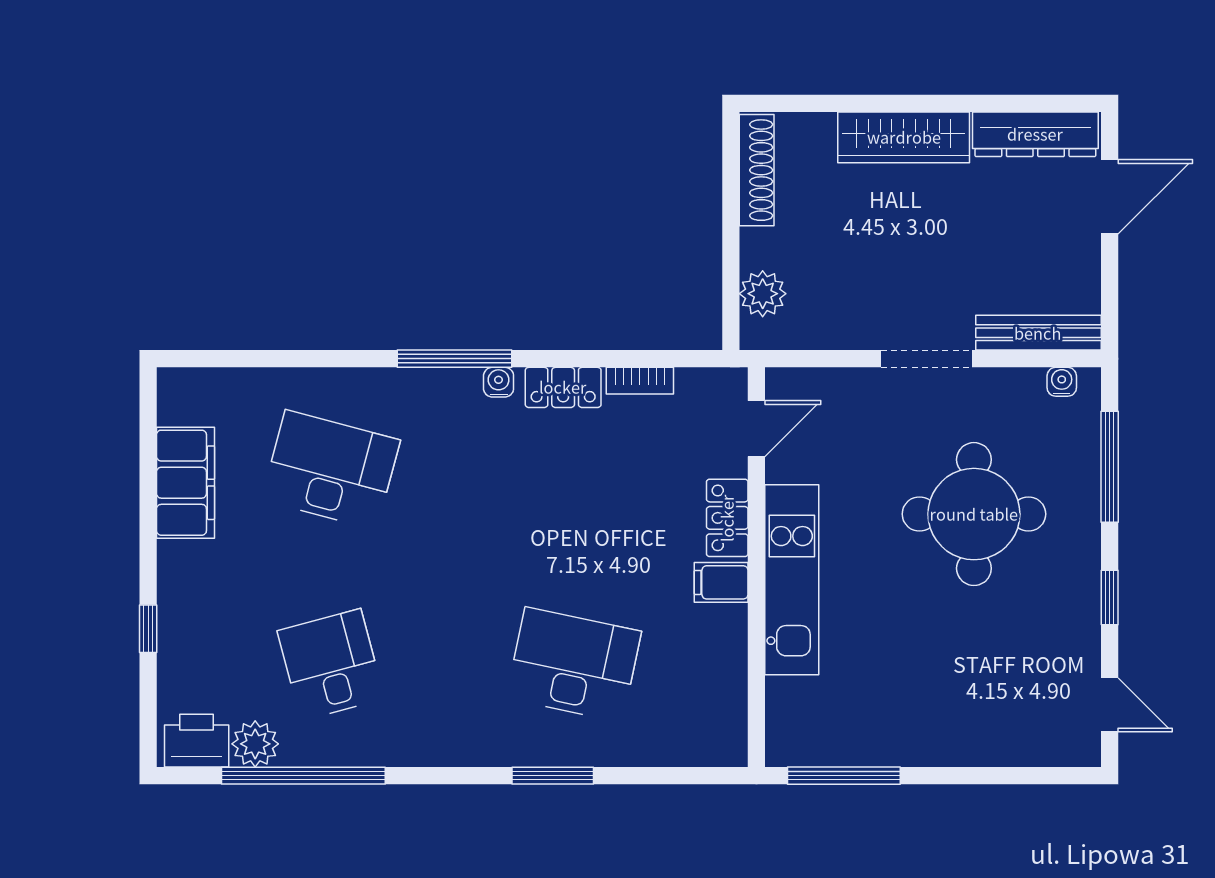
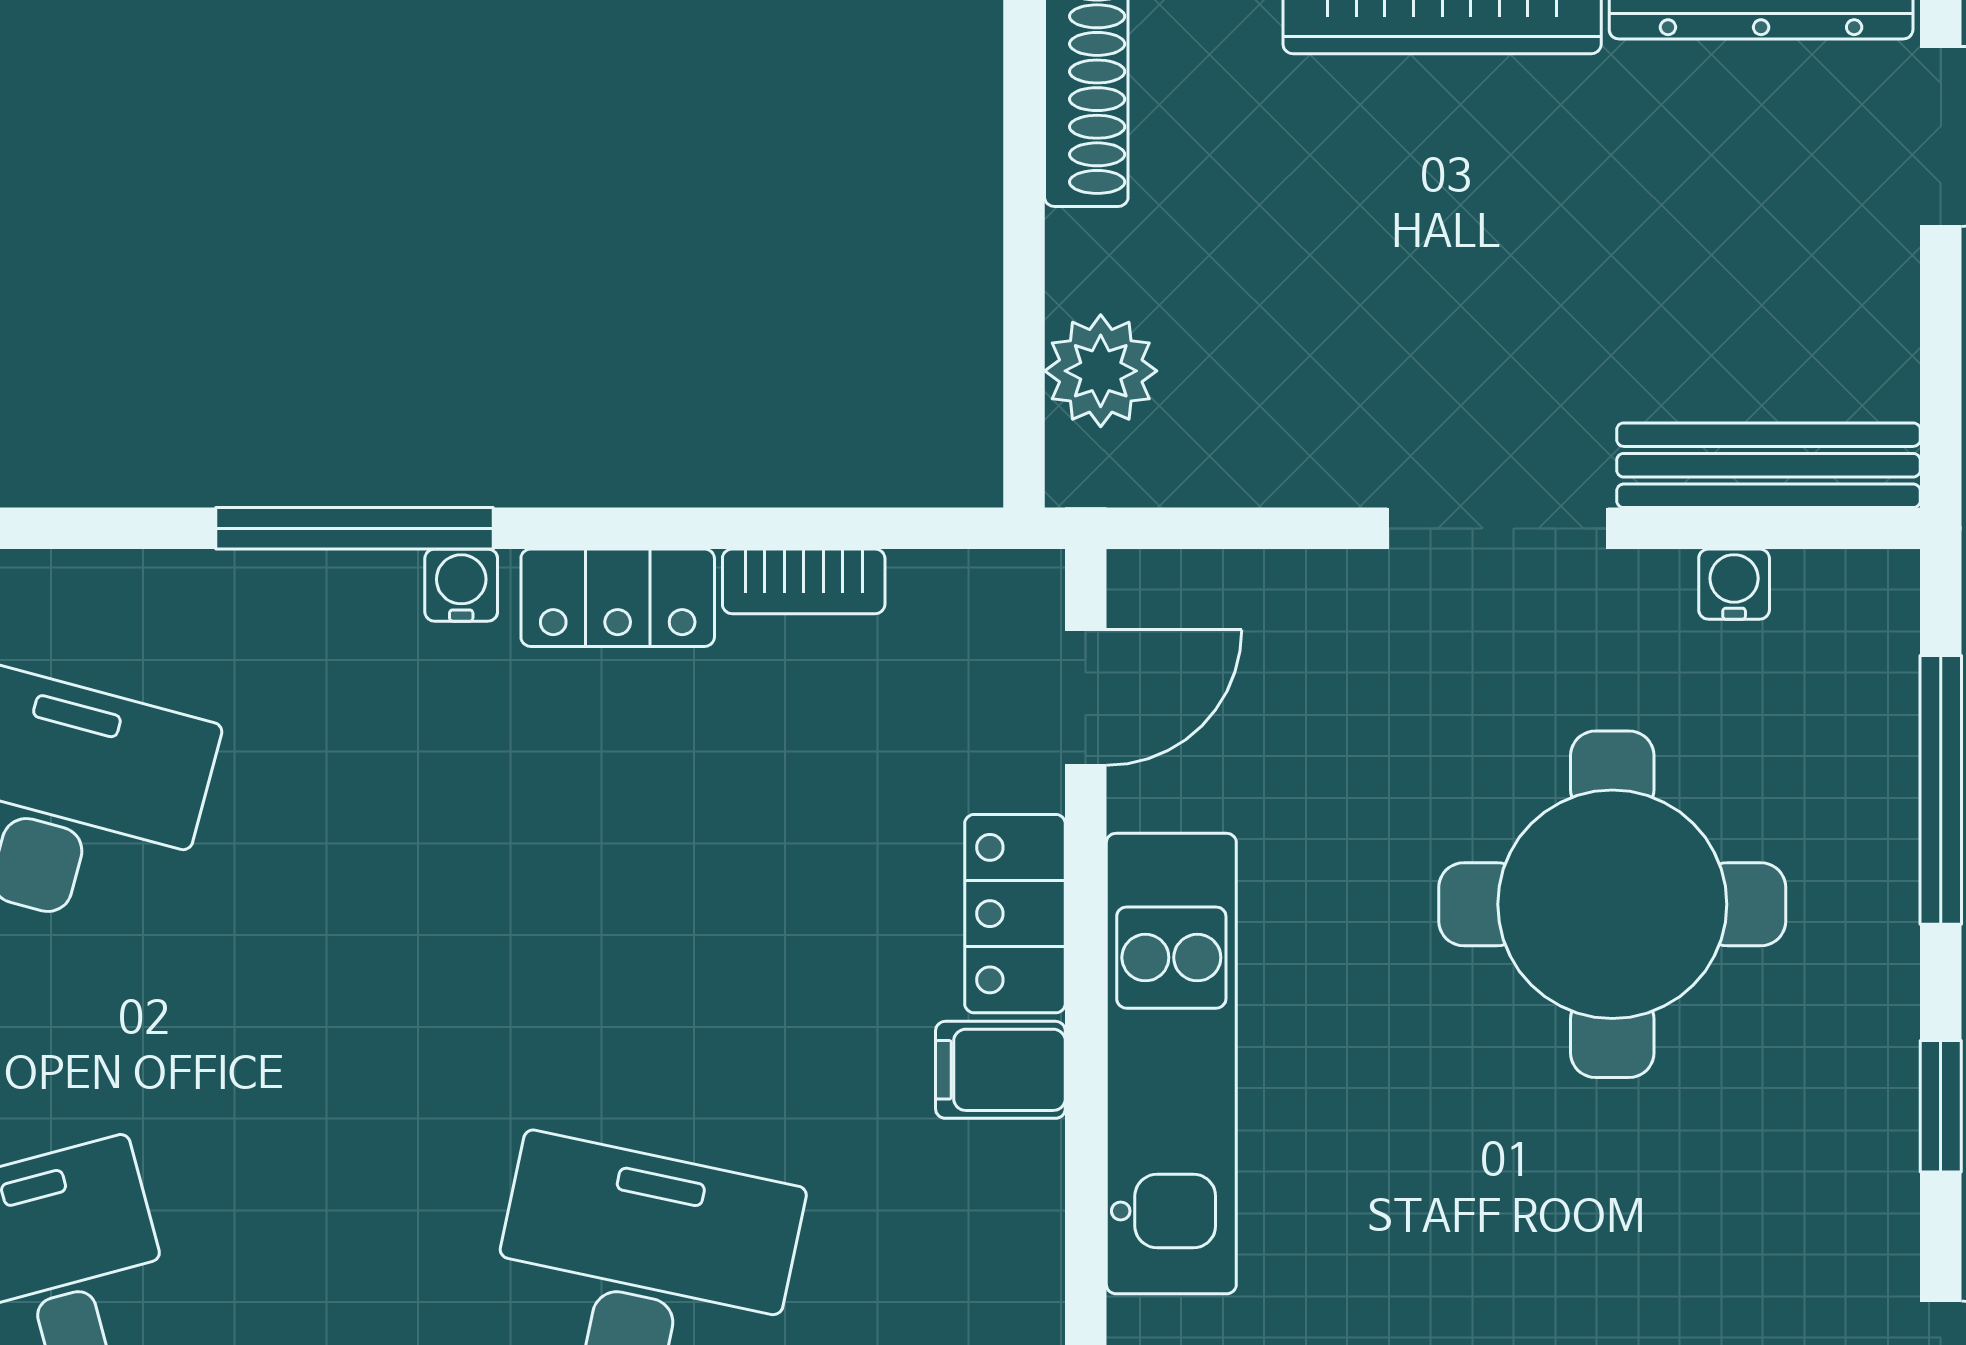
water cooler: (1062, 382) -> (1734, 584), moved

